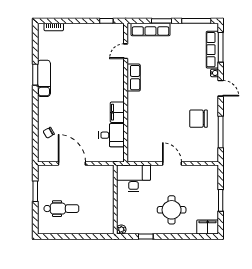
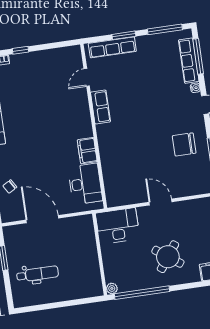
window: (106, 21) -> (20, 50), moved
desk: (112, 135) -> (85, 184), width x1.37
round table: (172, 210) -> (168, 257), turned 36
window: (146, 237) -> (142, 293), width x3.17

